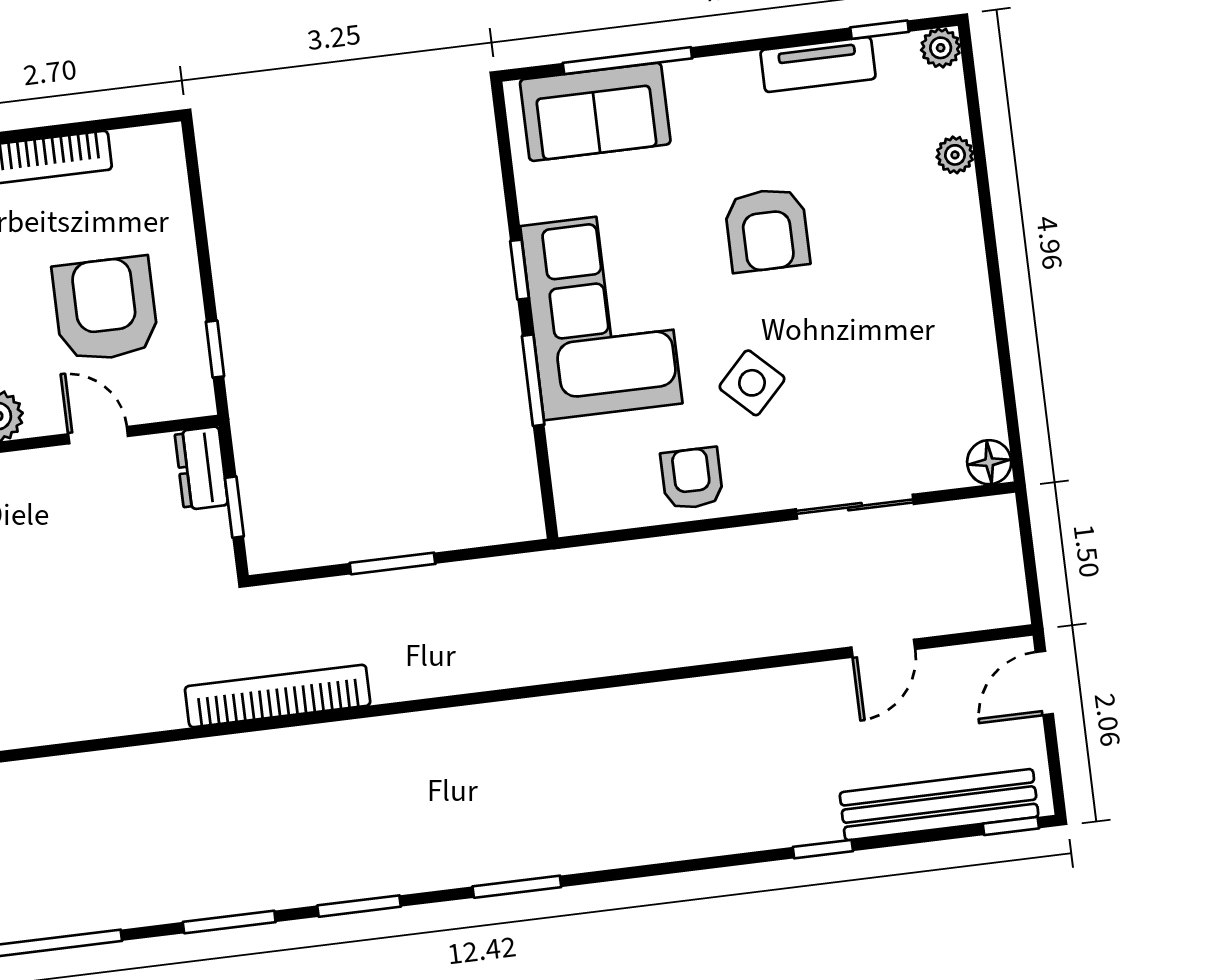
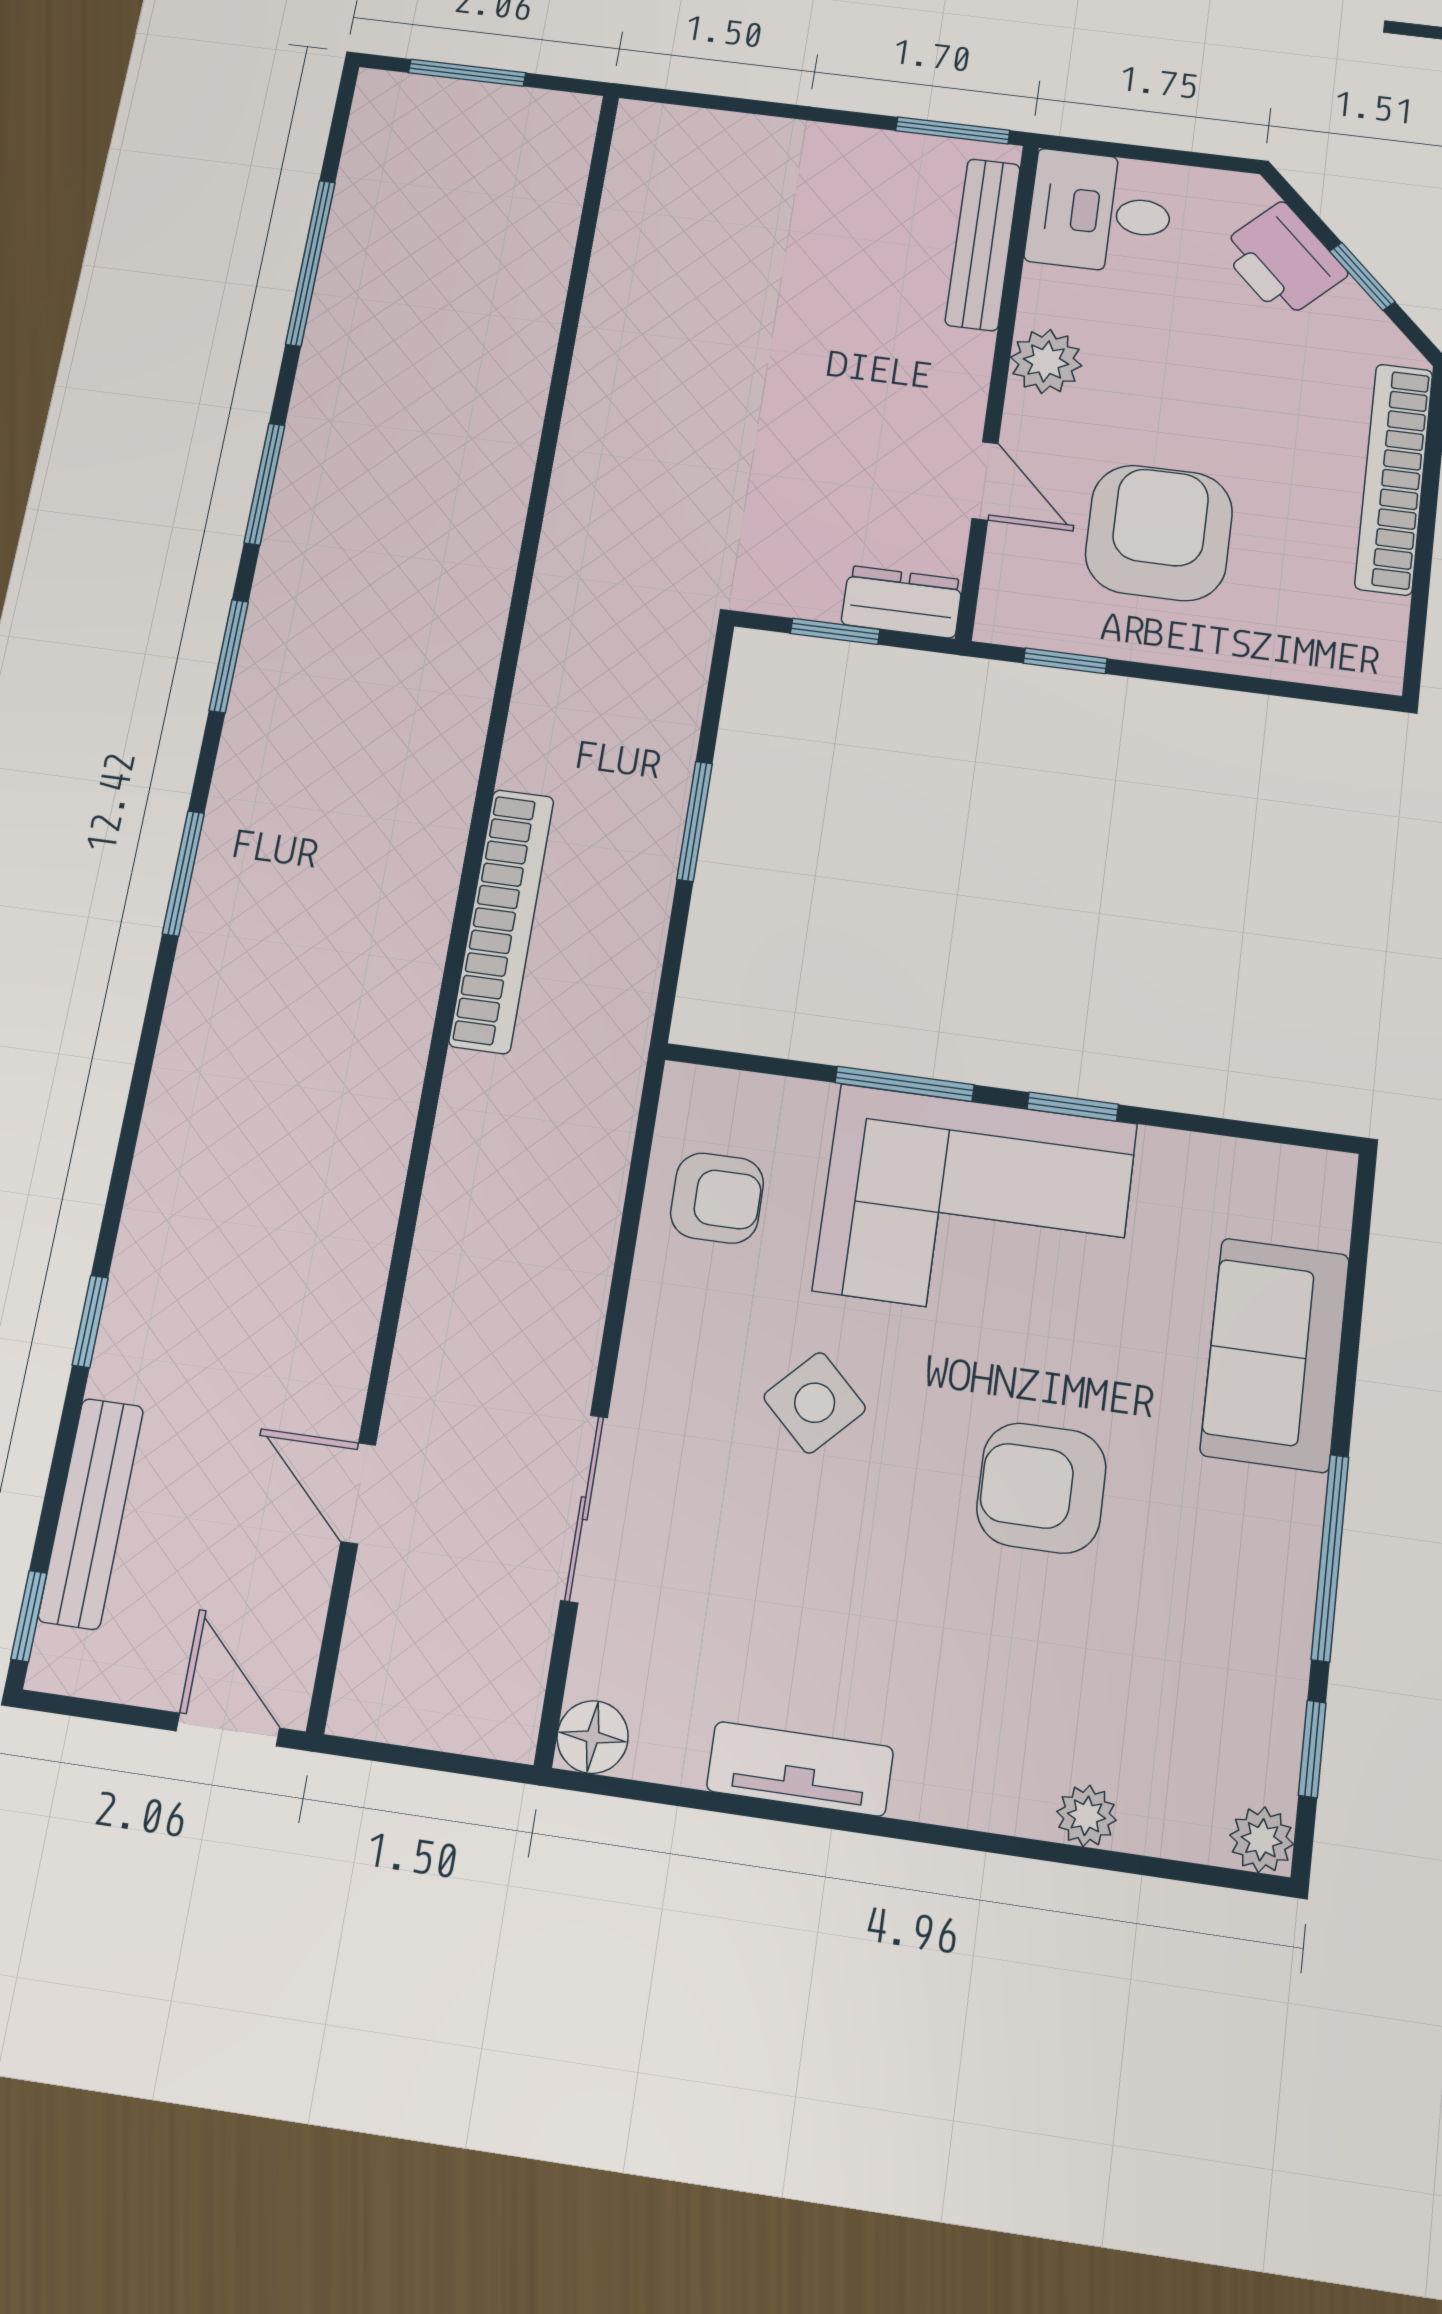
window: (627, 61) -> (1330, 1558), moved
tv unit: (818, 64) -> (800, 1769), moved, turned 90
sofa: (595, 112) -> (1275, 1354), moved
armchair: (105, 309) -> (1159, 533), turned -90
door: (98, 435) -> (985, 481), hinge flipped
armchair: (692, 478) -> (717, 1198), moved
bookcase: (278, 696) -> (502, 920), moved
bench: (939, 805) -> (91, 1513), width x0.73, depth x0.82

